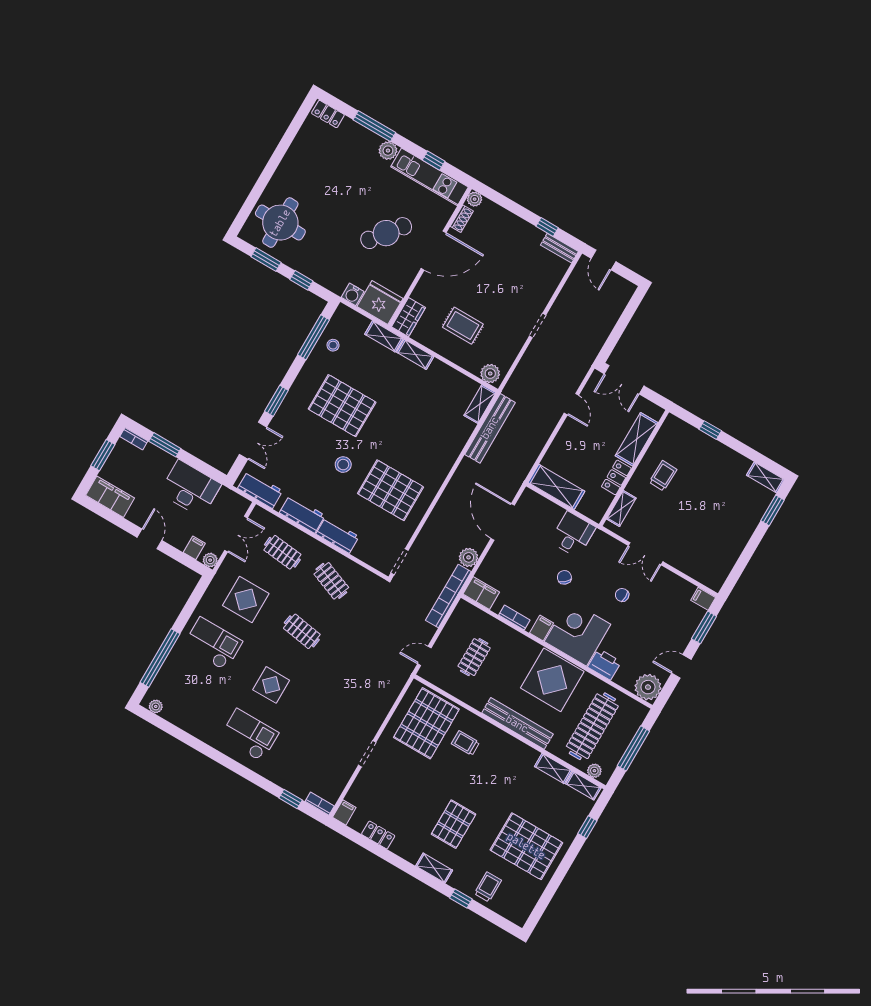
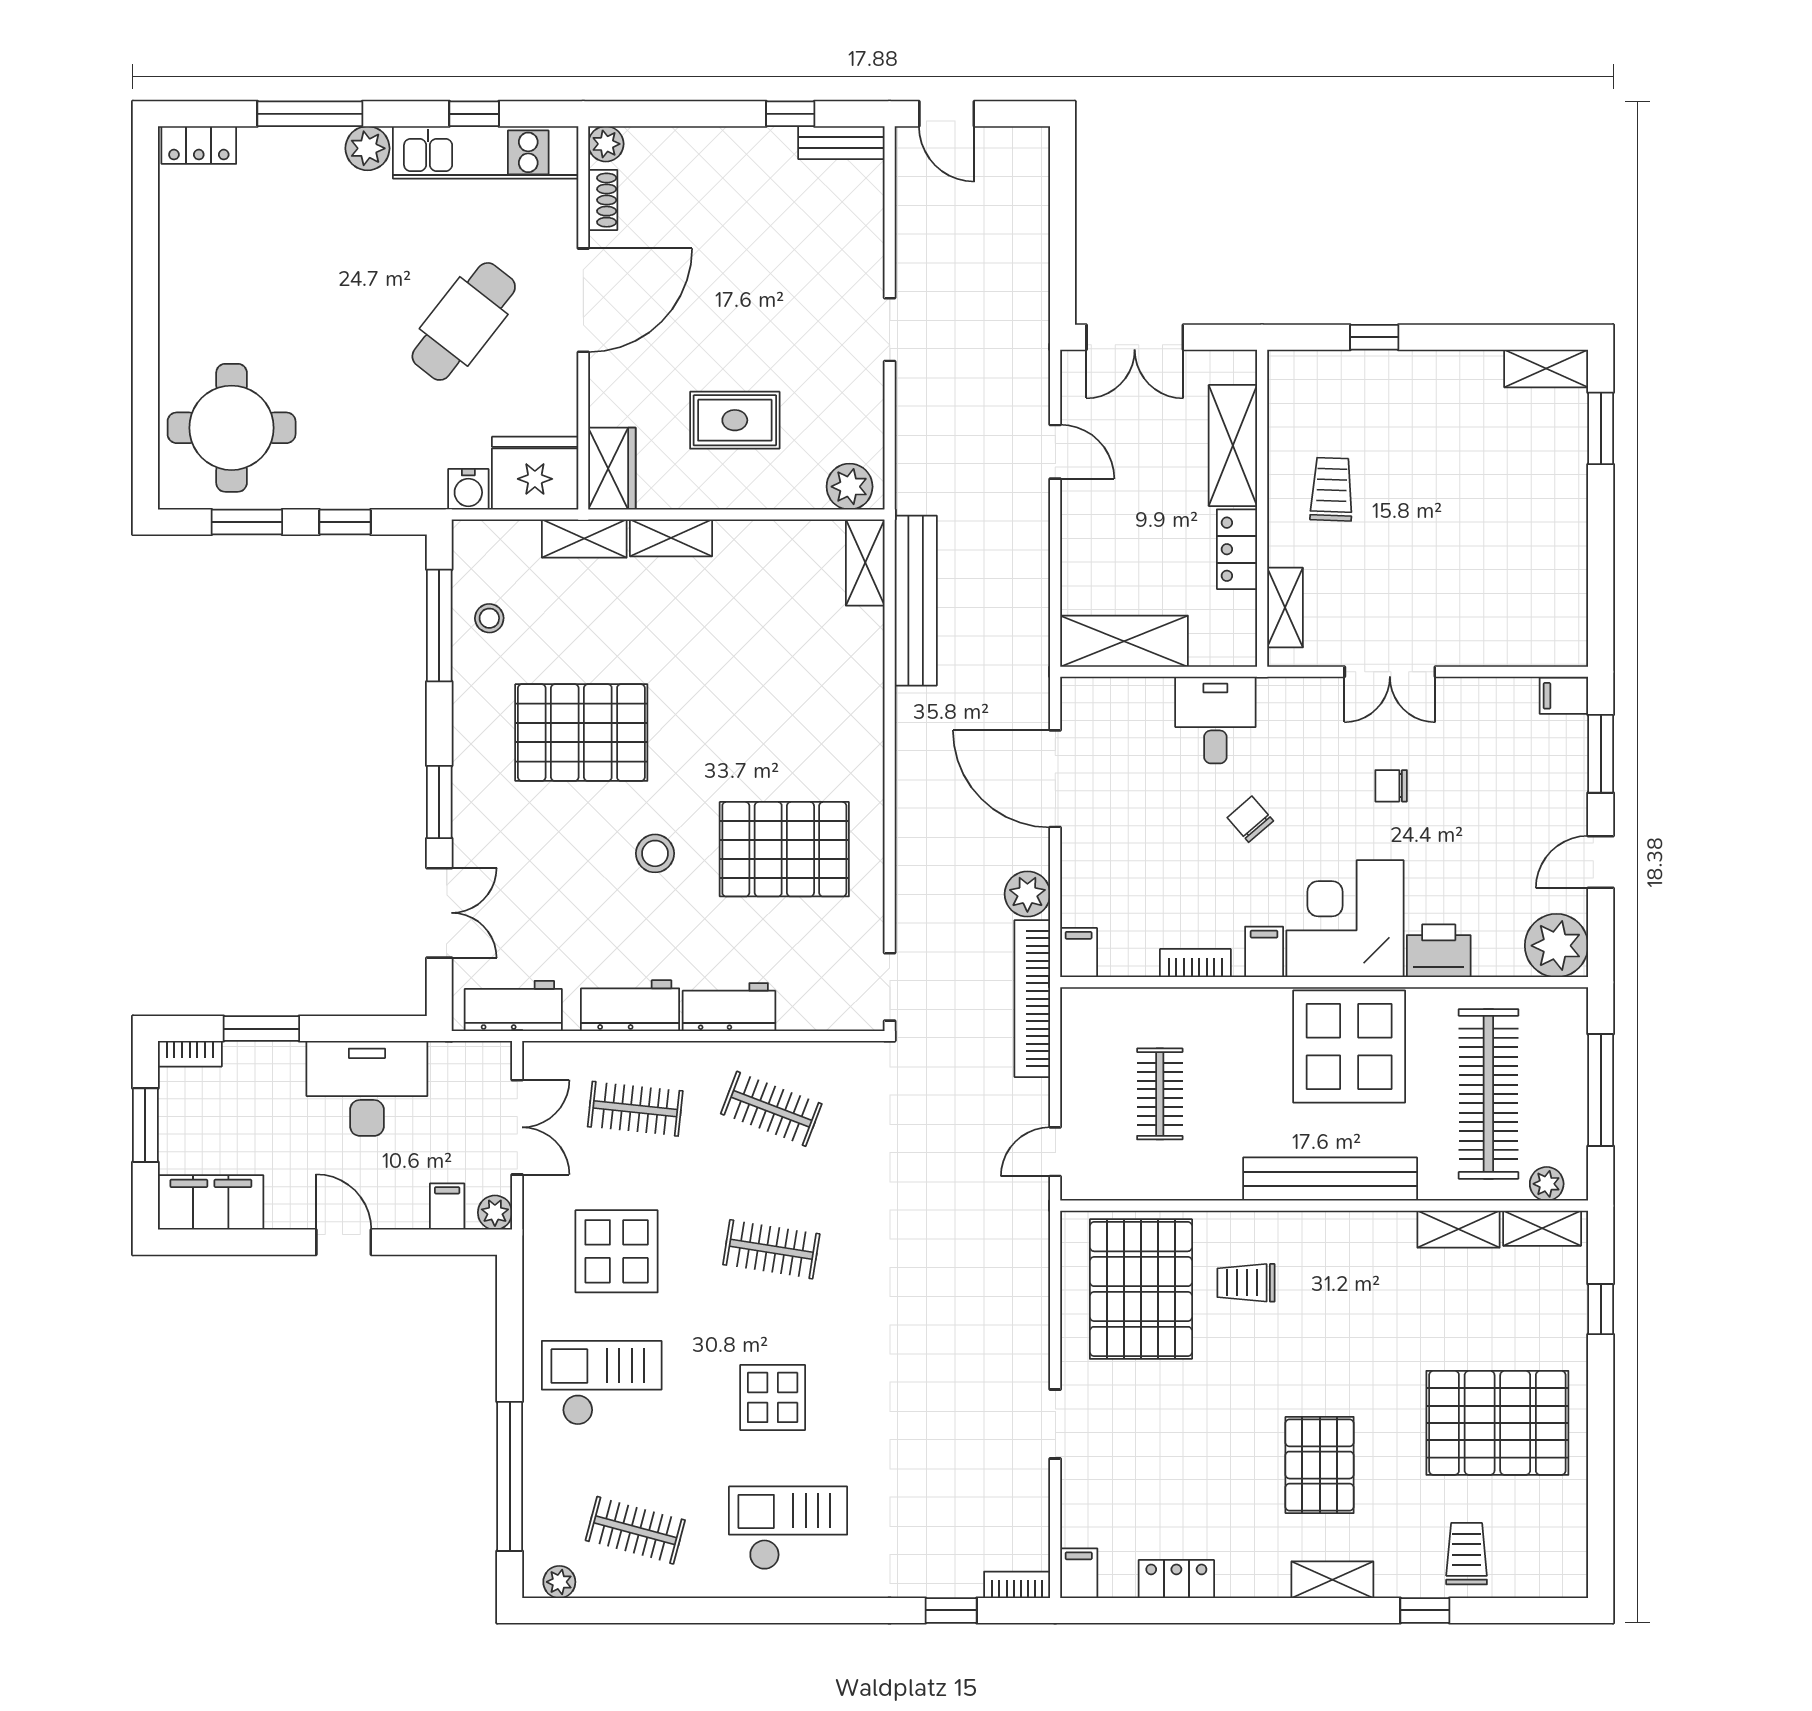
filing cabinet: (481, 593) -> (1079, 953), width x0.50
clothes rail: (194, 704) -> (635, 1530), added

